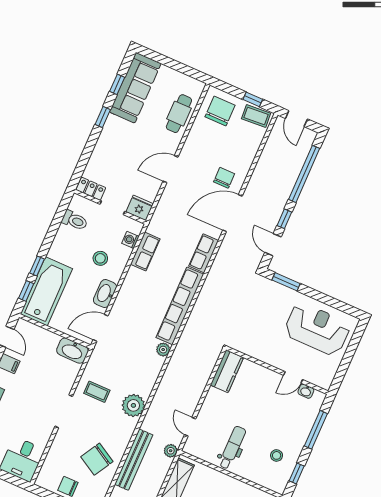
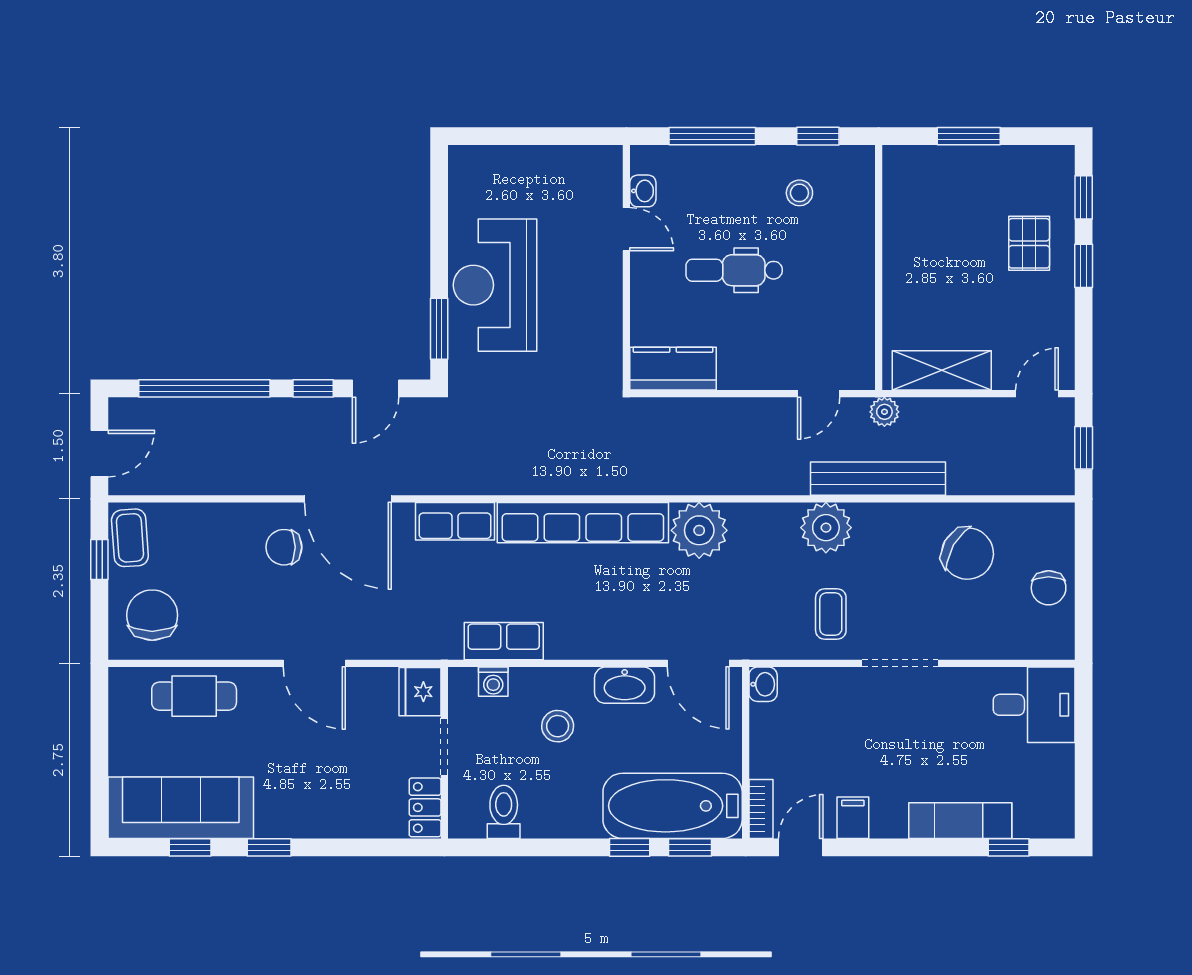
chair: (220, 111) -> (152, 615), turned 90
bookcase: (29, 327) -> (761, 809), added
reception desk: (317, 329) -> (495, 285), moved
plant: (163, 350) -> (699, 530), width x1.87, depth x1.87
washbasin: (72, 351) -> (763, 684), width x0.52, depth x0.69
dental chair: (232, 448) -> (734, 270), moved
bench: (134, 460) -> (878, 479), moved

